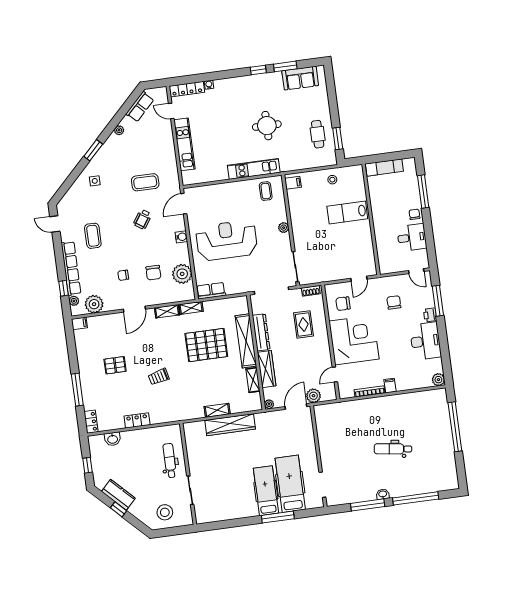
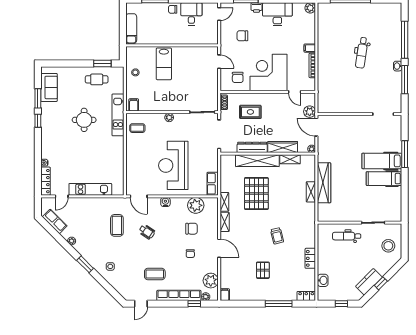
kitchen unit: (254, 169) -> (118, 115), moved
hospital bed: (290, 484) -> (384, 179), moved, width x0.73, depth x0.78

